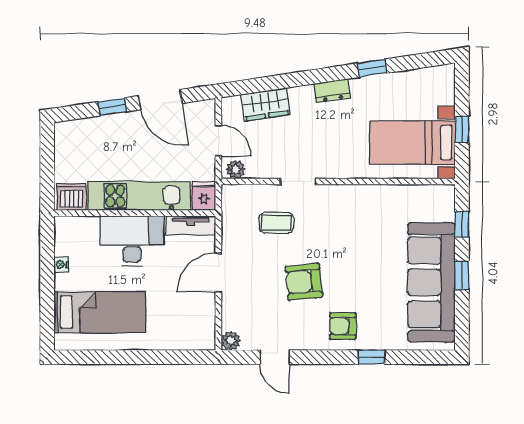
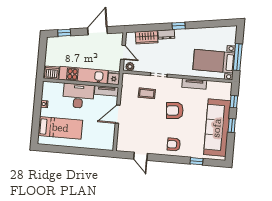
window: (372, 68) -> (179, 26), moved
dresser: (332, 91) -> (166, 34), moved
door: (160, 100) -> (98, 31), swing flipped
window: (113, 107) -> (64, 33), moved
window: (462, 129) -> (238, 57), width x2.17
tv unit: (375, 194) -> (194, 84), added
armchair: (304, 282) -> (175, 110), moved
plant: (231, 341) -> (121, 147), removed
window: (372, 357) -> (196, 161), moved

